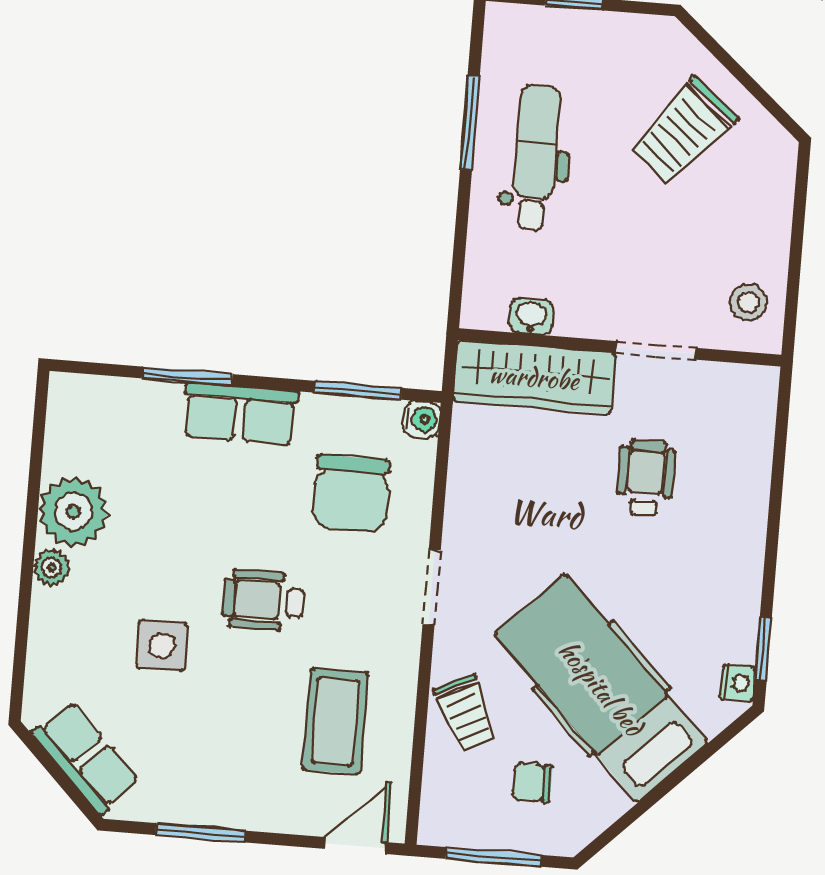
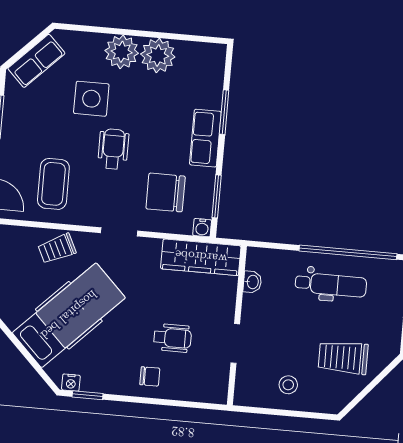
window: (470, 123) -> (348, 252), width x2.11
trolley: (683, 131) -> (343, 358), turned -40
stool: (748, 302) -> (288, 385), moved
wardrobe: (534, 377) -> (201, 257), moved, turned -90
plant: (52, 567) -> (122, 52), width x1.88, depth x1.88
side table: (162, 646) -> (91, 99), width x1.37, depth x1.37
coffee table: (335, 721) -> (53, 184), turned 90
chair: (532, 782) -> (150, 376), moved, turned 90

